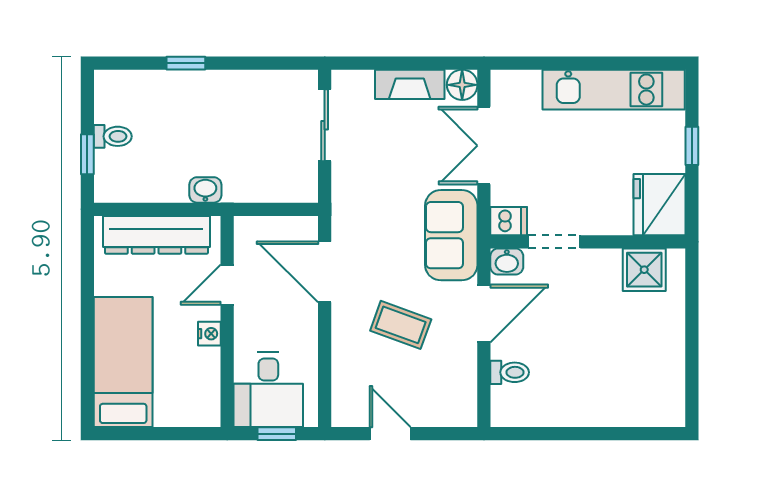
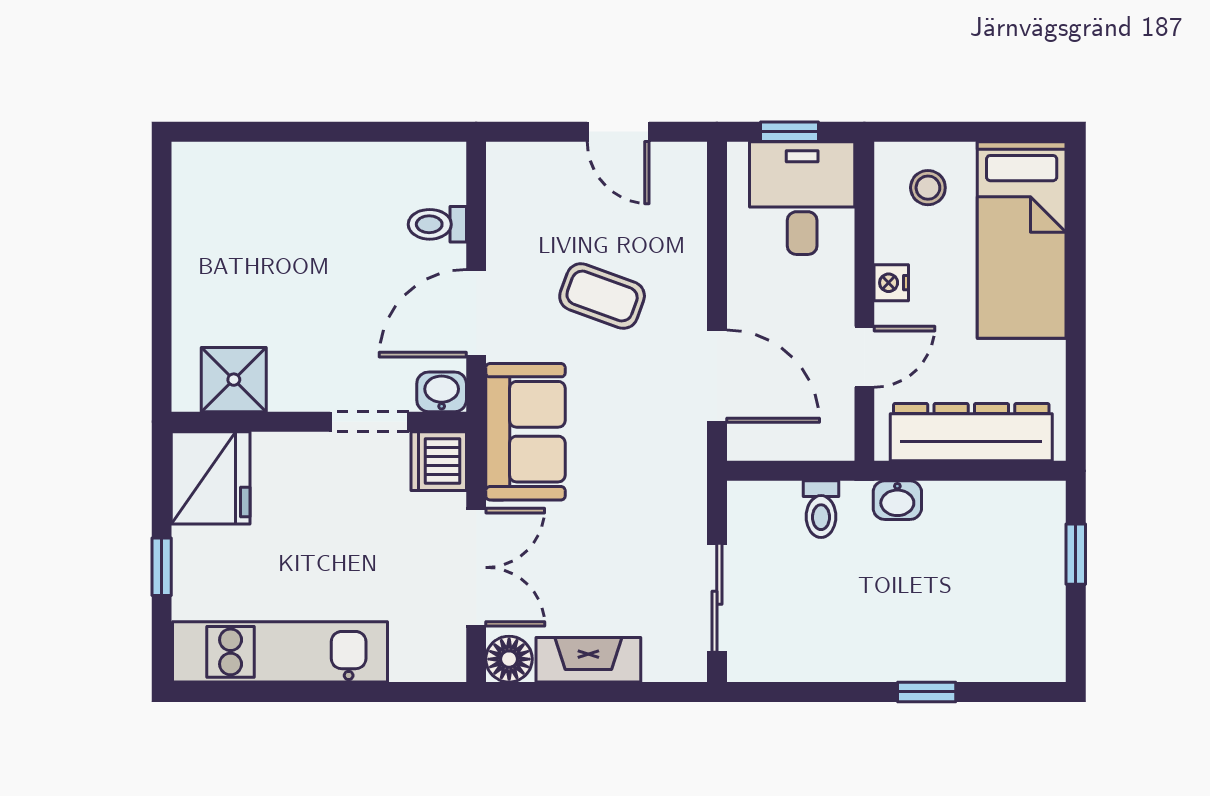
toilet: (113, 136) -> (821, 509), moved, turned -90
dishwasher: (509, 221) -> (439, 461), width x1.38
stool: (185, 397) -> (928, 188), added

